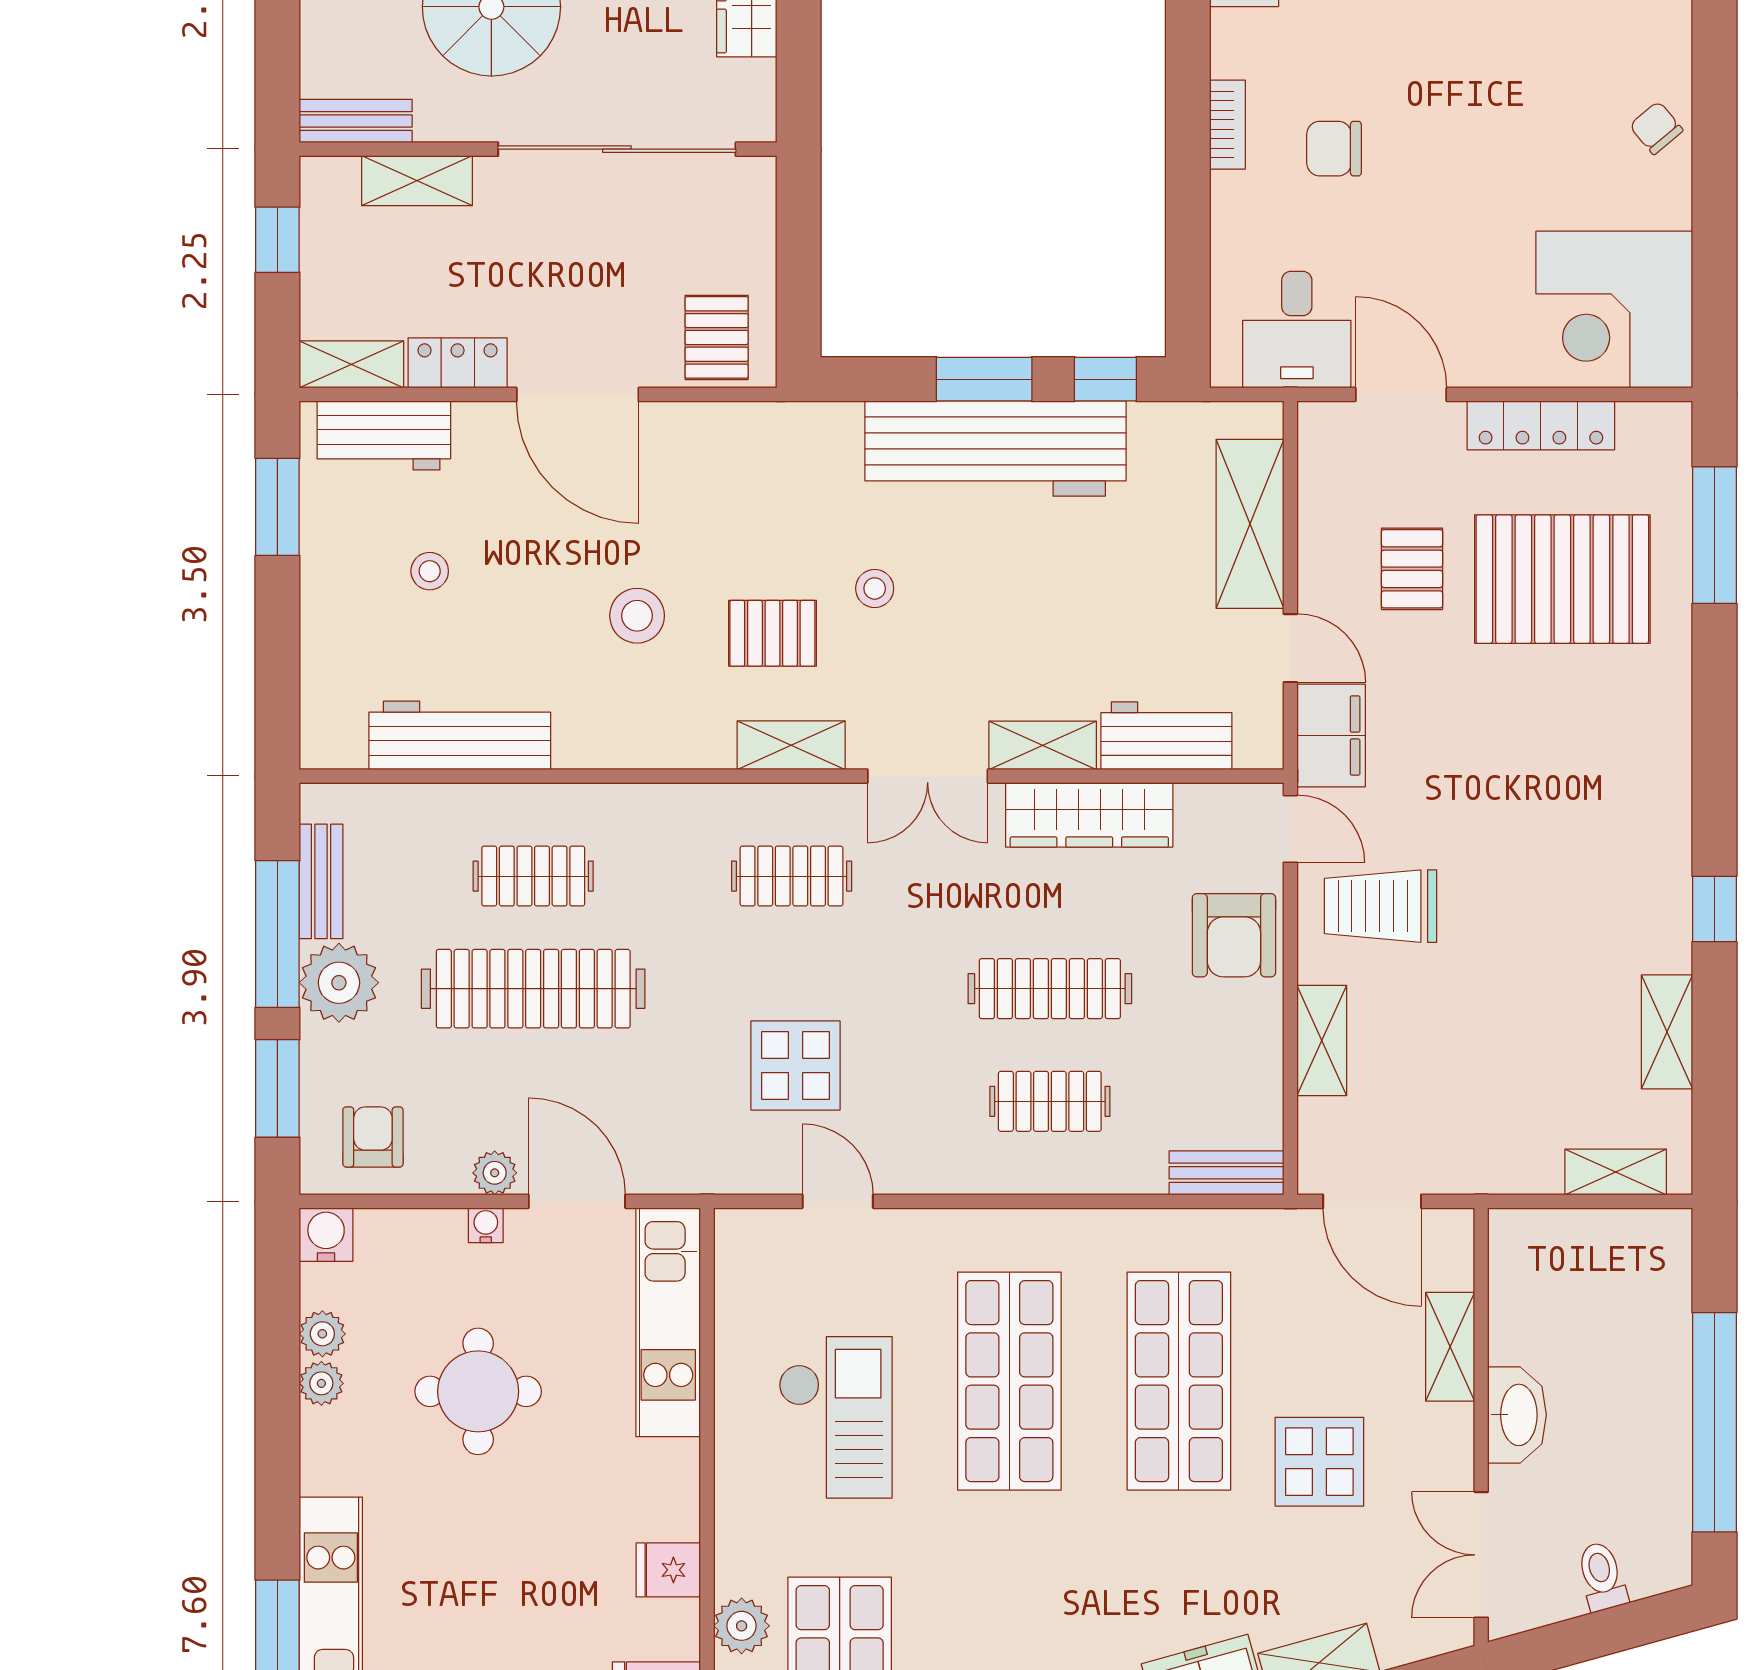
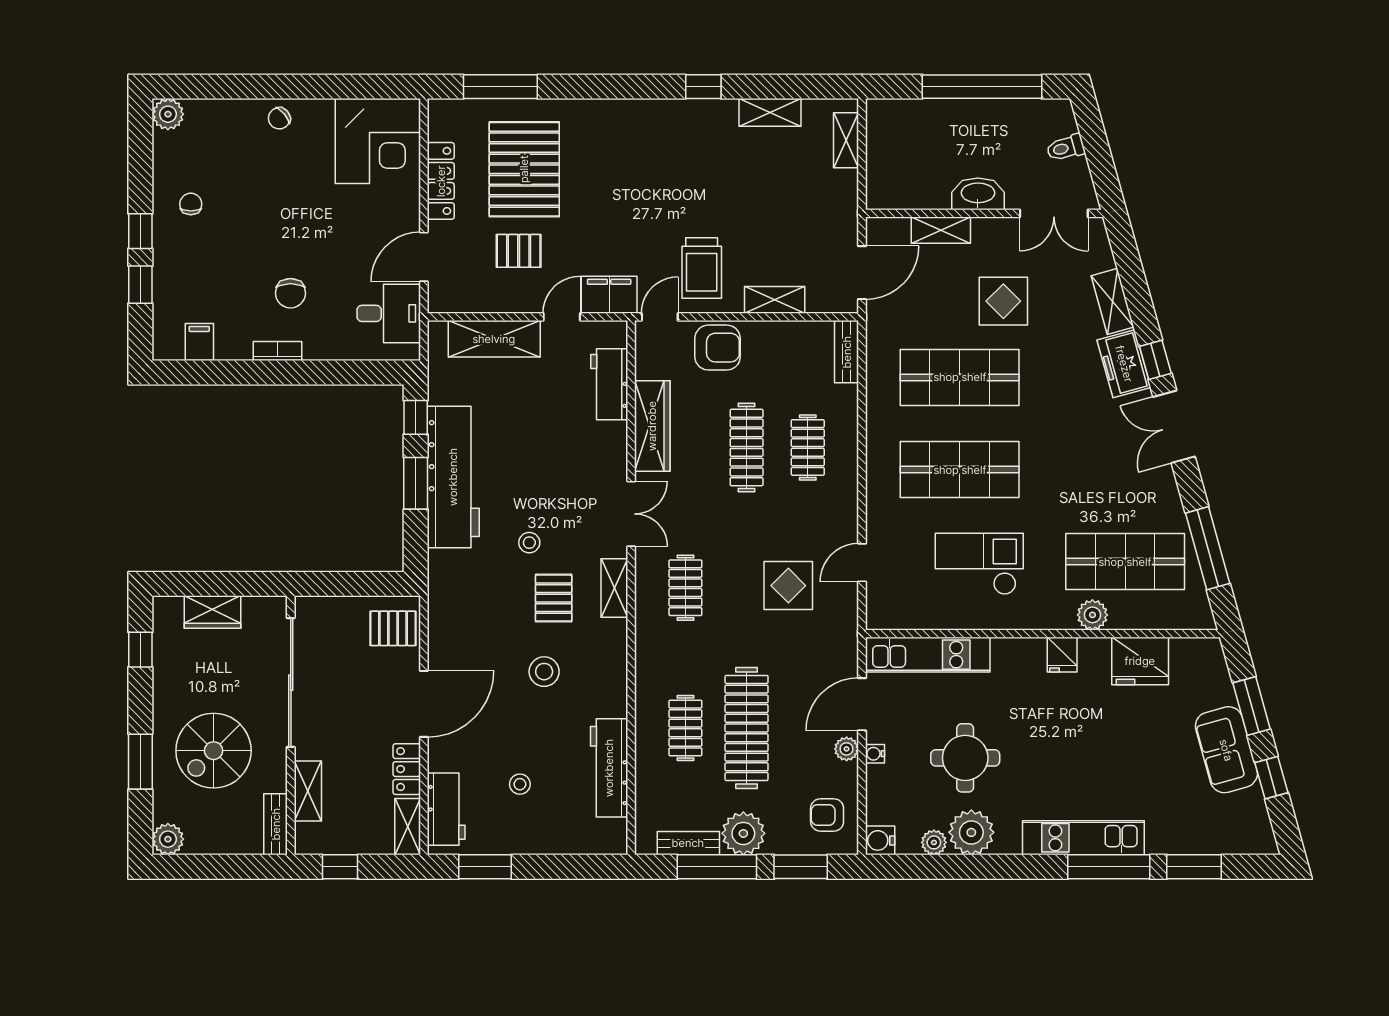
shelving: (1043, 745) -> (614, 451), removed
plant: (321, 1383) -> (971, 832), width x1.87, depth x1.87

